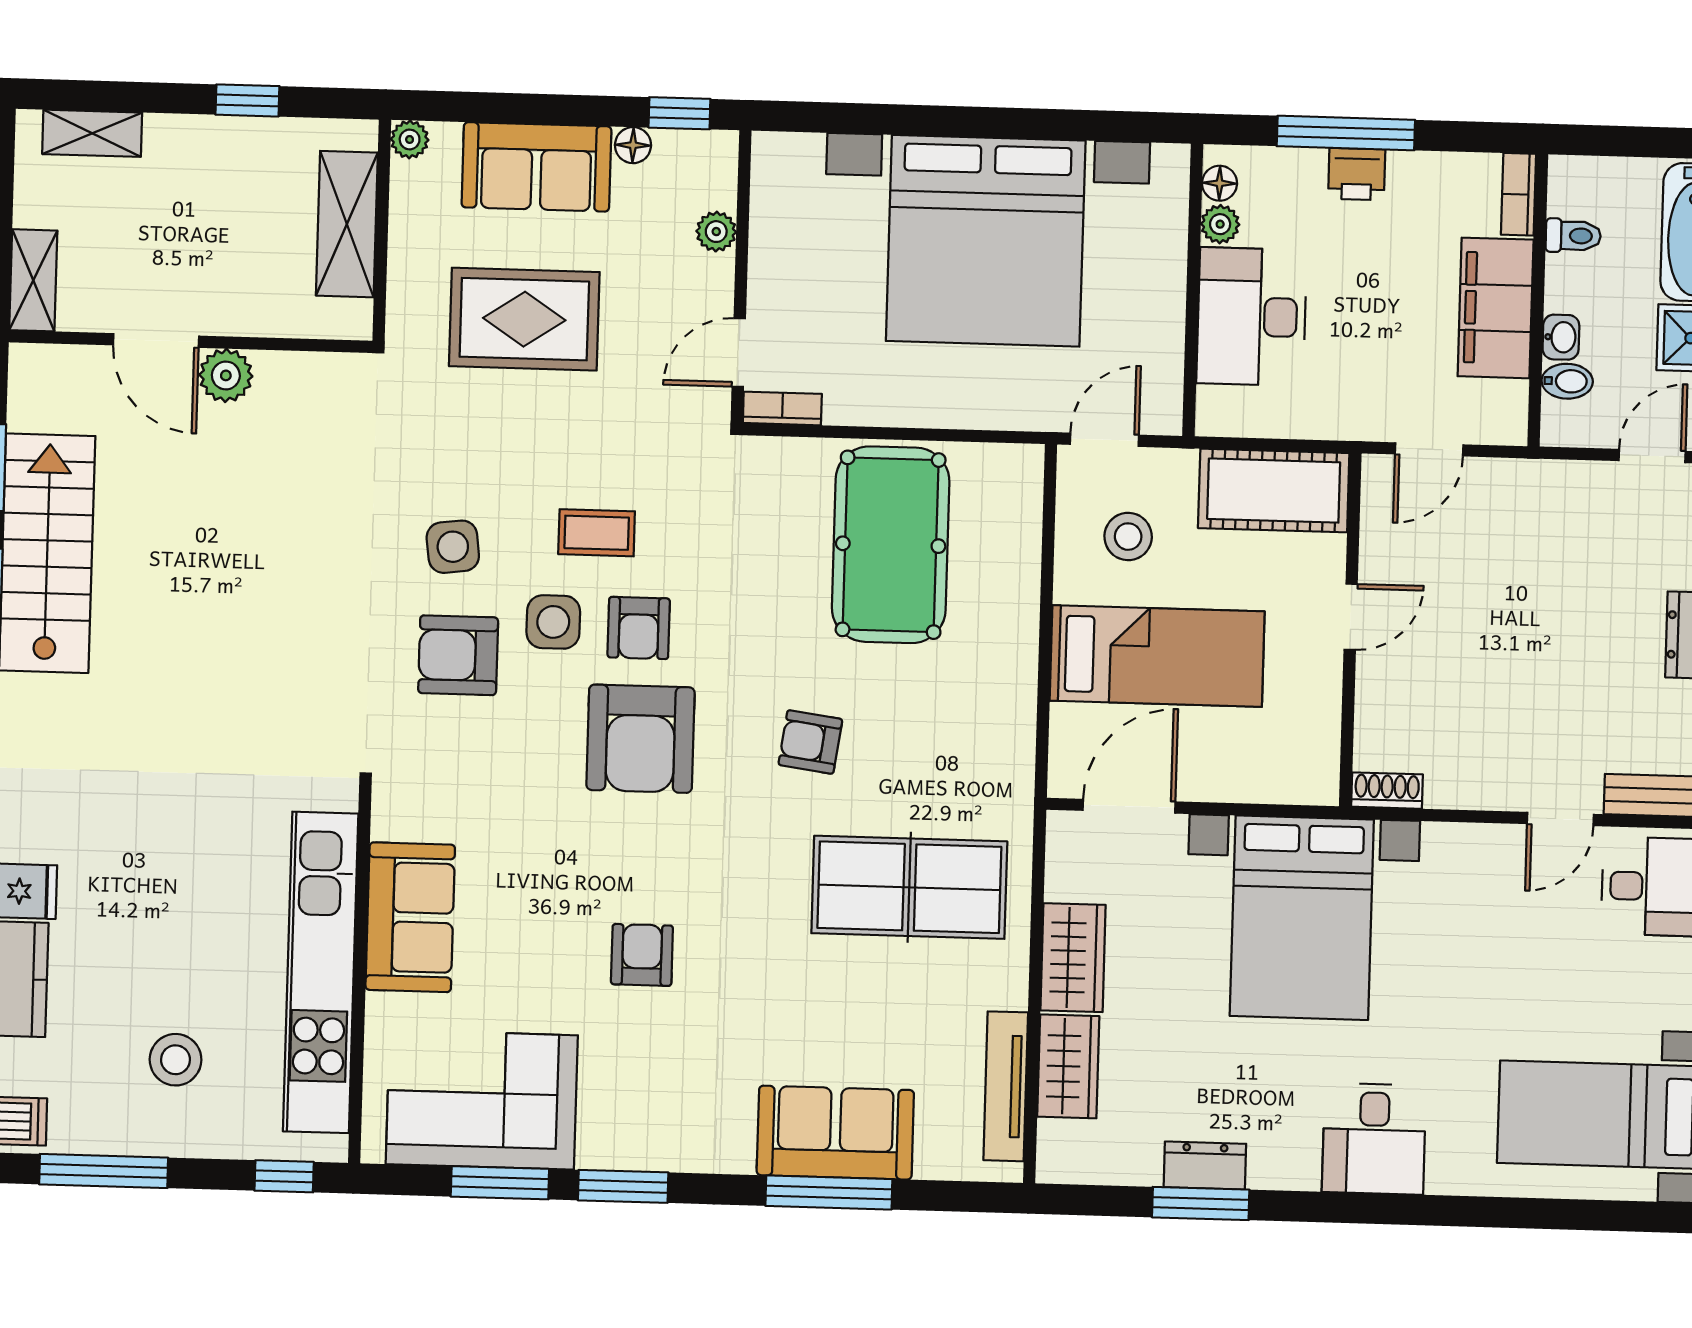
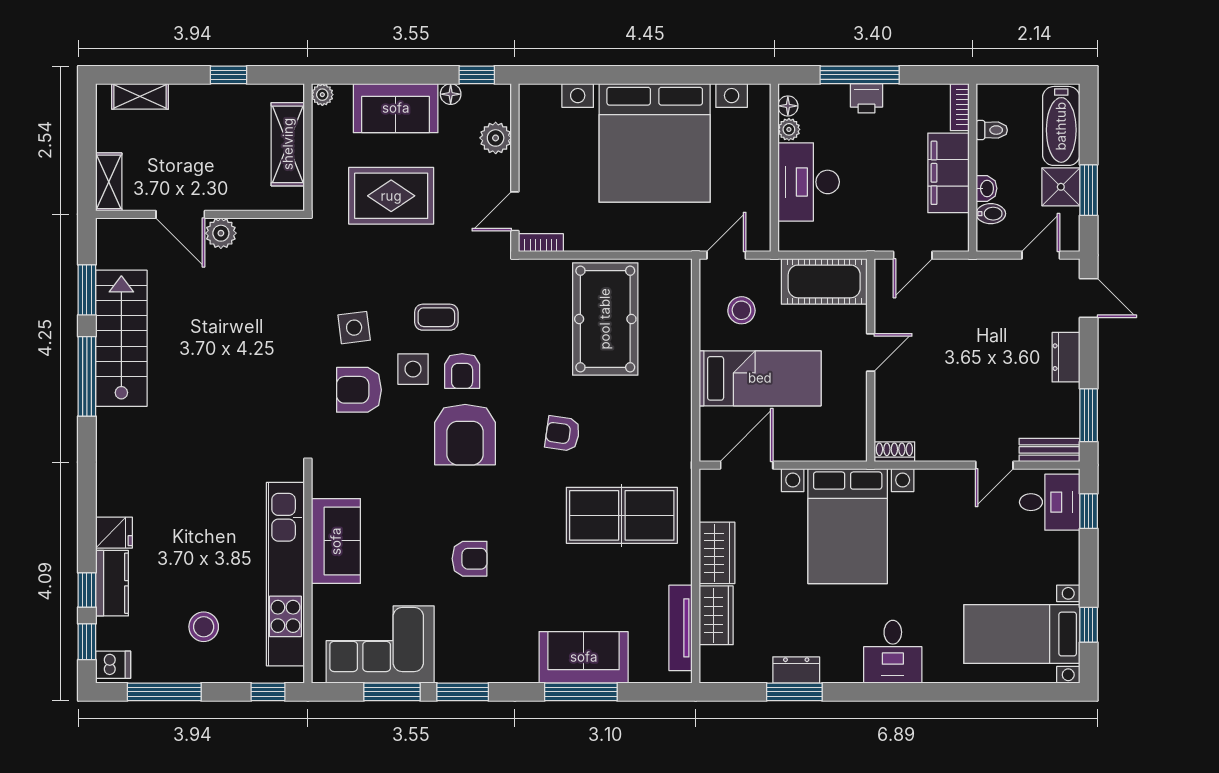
plant: (716, 232) -> (496, 138), width x1.38, depth x1.38
armchair: (642, 955) -> (470, 559), turned 90

